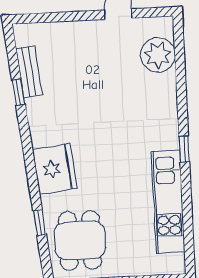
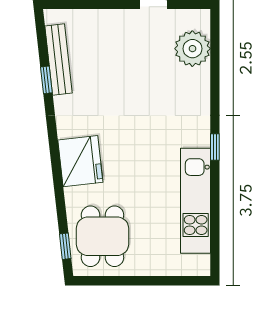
bench: (29, 72) -> (59, 59), width x1.36
window: (40, 223) -> (65, 246), moved

